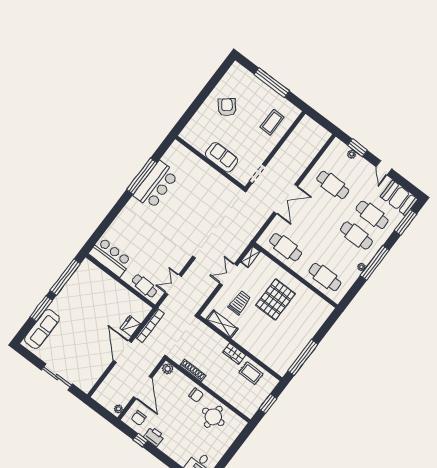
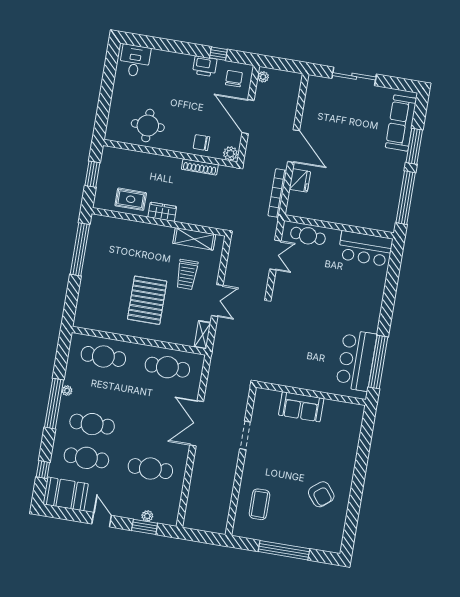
sofa: (222, 157) -> (301, 407), moved
wall: (210, 163) -> (311, 393), moved
window: (406, 222) -> (43, 470), width x0.46
chair: (196, 395) -> (201, 143), moved

